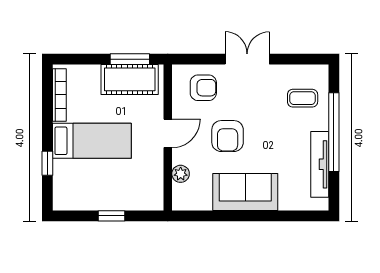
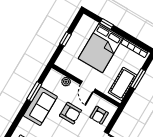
window: (130, 59) -> (138, 79), moved
armchair: (228, 136) -> (71, 113), turned 180
bed: (92, 141) -> (101, 48), width x1.50
window: (227, 216) -> (34, 92), added

